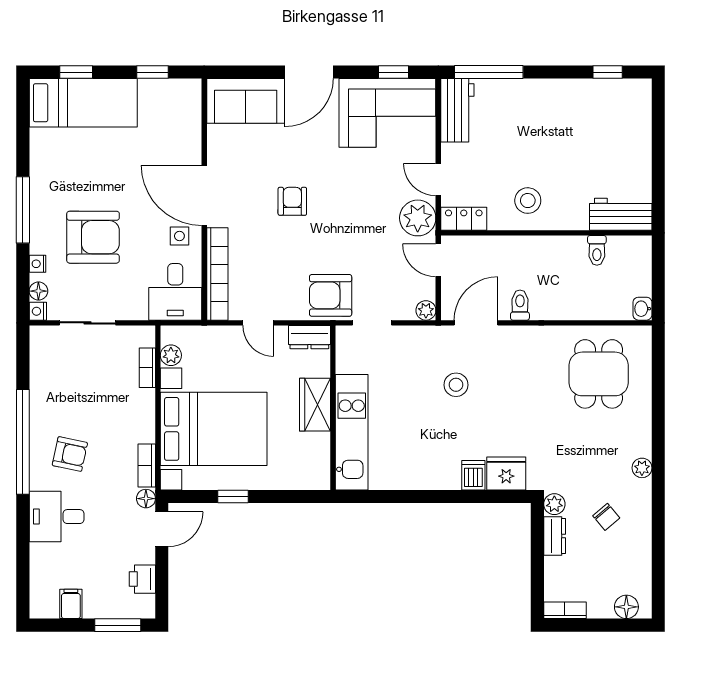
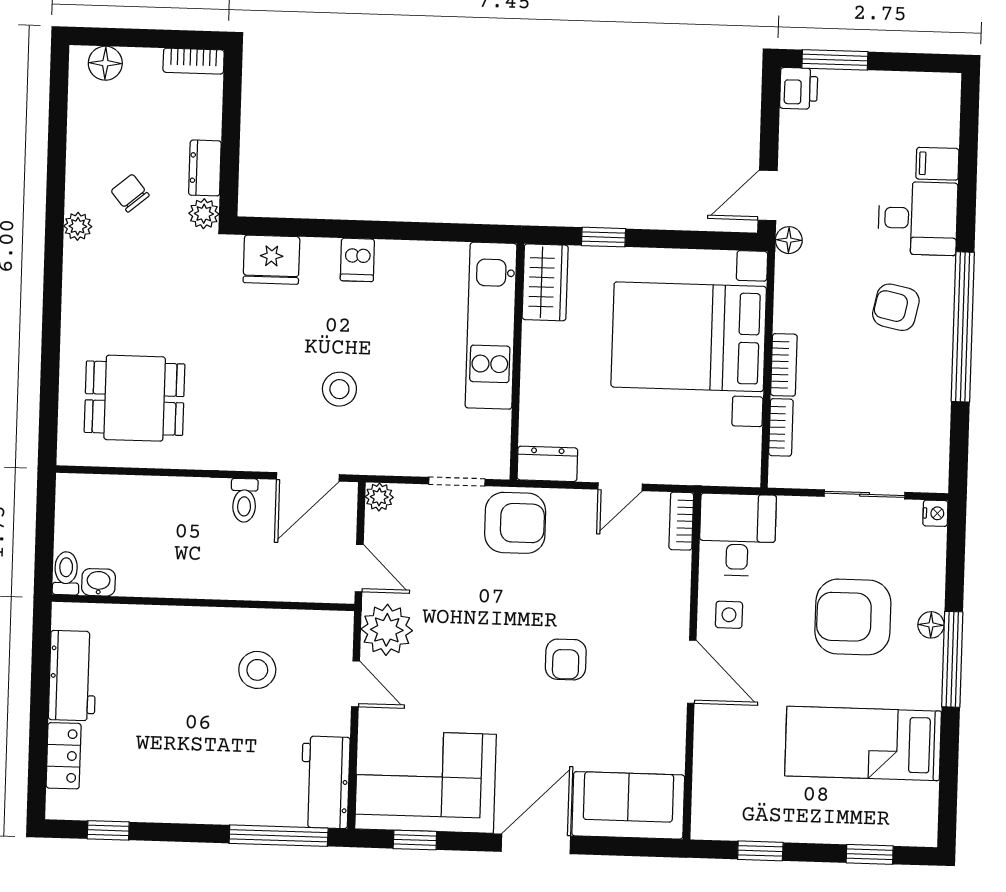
bed: (83, 103) -> (863, 743), moved
door: (204, 195) -> (692, 672), width x0.73
stool: (528, 201) -> (257, 670), moved
workbench: (621, 214) -> (73, 676), moved, turned -90
locker: (464, 219) -> (64, 756), moved, turned -90
toilet: (597, 250) -> (66, 573), moved
nightstand: (37, 264) -> (934, 581), removed
bookcase: (217, 274) -> (681, 521), width x0.43, depth x0.76
floor lamp: (38, 291) -> (931, 625), moved
washbasin: (642, 309) -> (98, 582), moved, turned -90
door: (258, 323) -> (620, 487), swing flipped
plant: (171, 355) -> (747, 444), removed
dining table: (599, 374) -> (135, 398), turned 90
wardrobe: (315, 405) -> (545, 282), moved
bookcase: (147, 465) -> (784, 365), moved
plant: (642, 468) -> (78, 226), moved
dishwasher: (473, 475) -> (357, 260), moved
window: (233, 497) -> (604, 237), moved
printer: (142, 579) -> (799, 88), moved
filing cabinet: (71, 604) -> (937, 164), moved, turned 90

